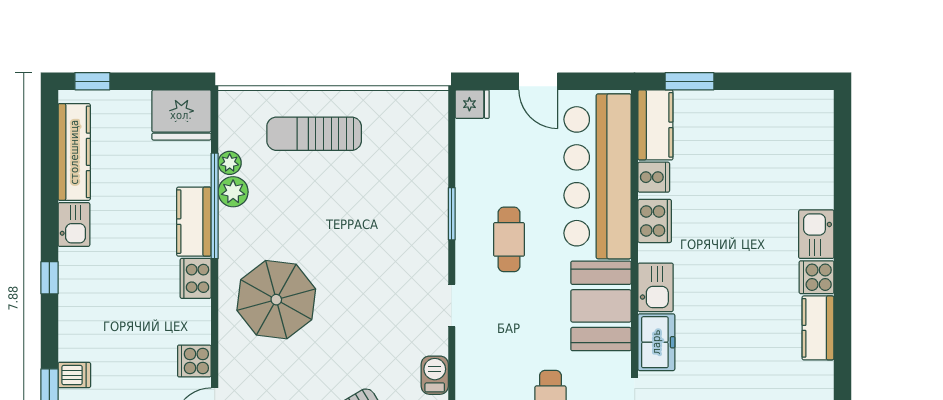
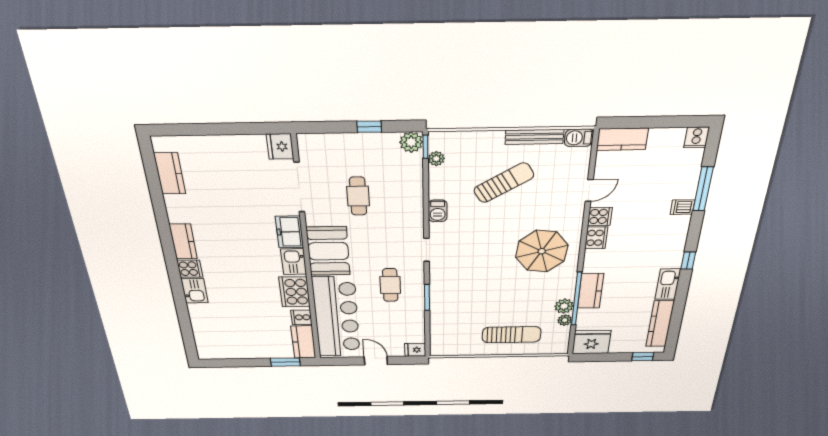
cooker: (655, 221) -> (295, 292), width x1.37, depth x1.31
kitchen sink: (74, 224) -> (668, 284), width x1.38
cooker: (196, 278) -> (596, 238), moved

